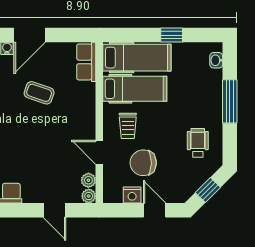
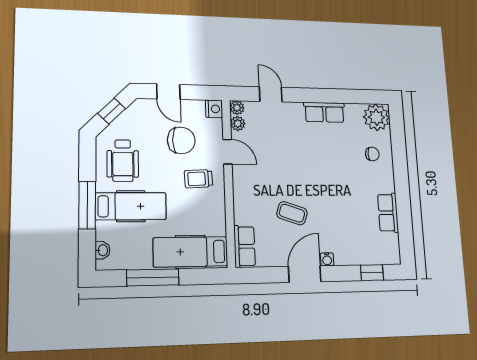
window: (172, 35) -> (153, 277), width x2.17
hospital bed: (135, 89) -> (131, 206), moved, turned 180
trolley: (128, 126) -> (198, 179), turned -93
wheelchair: (198, 143) -> (123, 161), width x1.36, depth x1.37
nightstand: (132, 195) -> (214, 109), moved, turned 90

